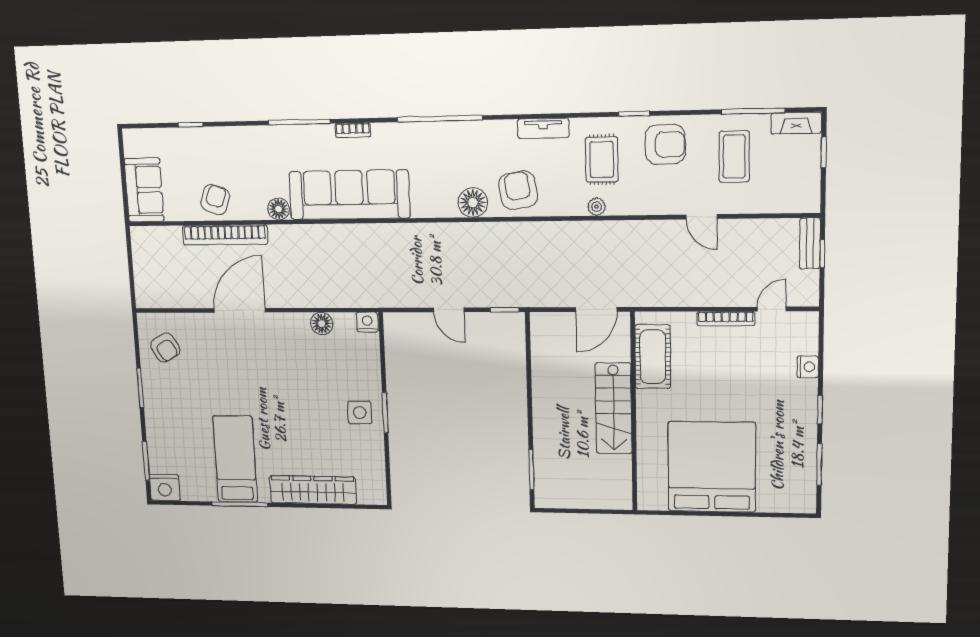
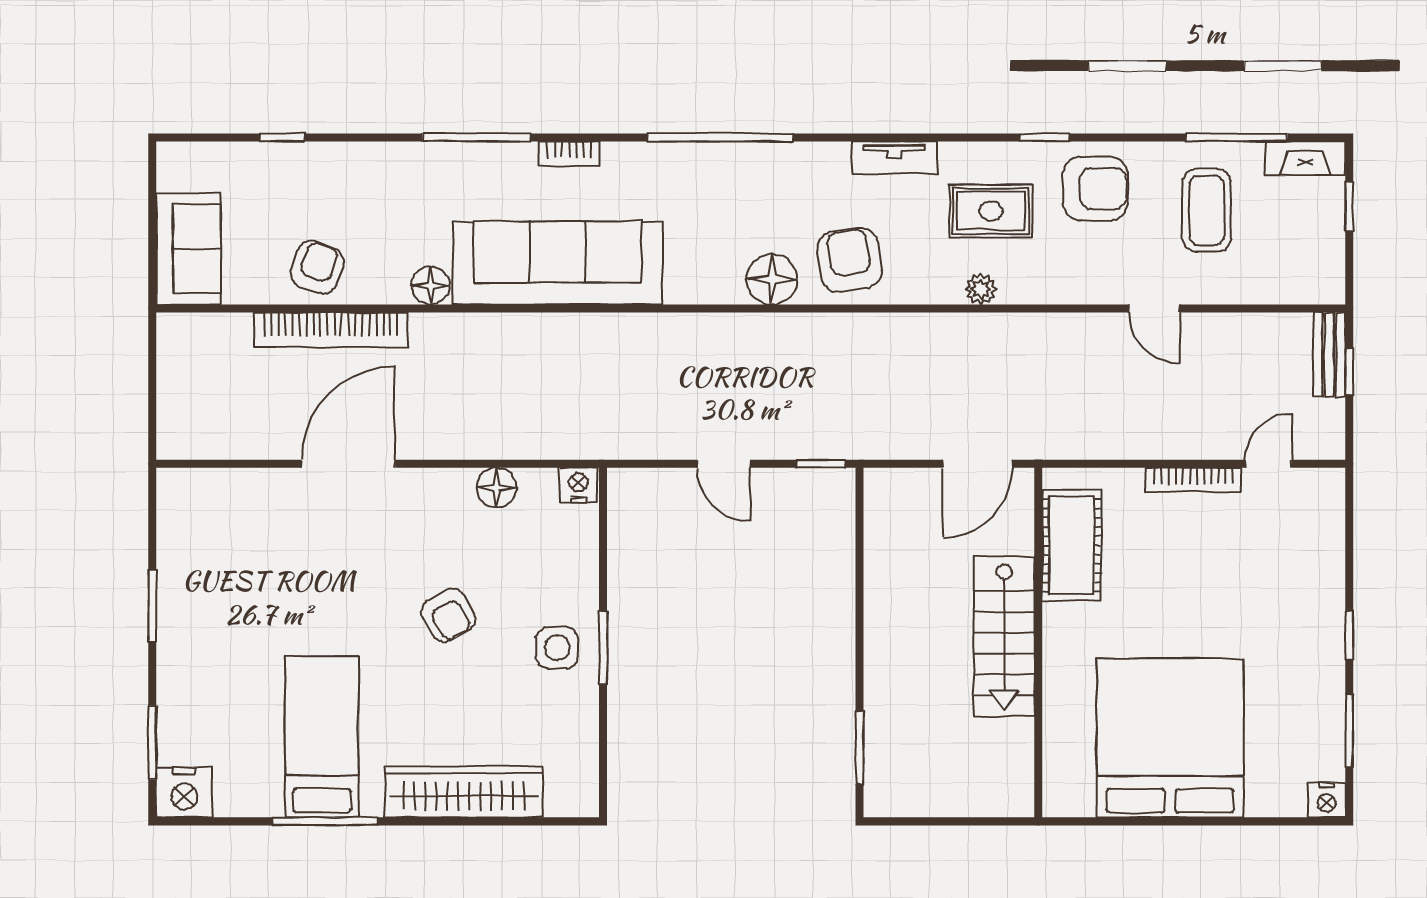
rug: (602, 160) -> (991, 211), turned 90
armchair: (165, 348) -> (448, 615), moved
nightstand: (808, 367) -> (1327, 800), moved, turned 90

